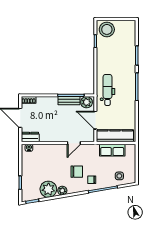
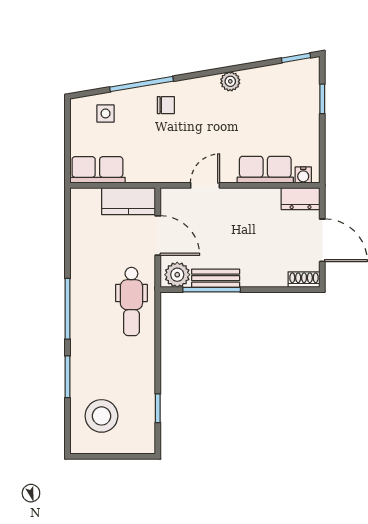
stool: (107, 29) -> (101, 416), moved
kitchen counter: (115, 136) -> (129, 201), width x0.67
row of seats: (46, 150) -> (265, 170), added
row of seats: (112, 150) -> (97, 170), moved
chair: (77, 172) -> (199, 123), removed
plant: (48, 189) -> (261, 84), removed

